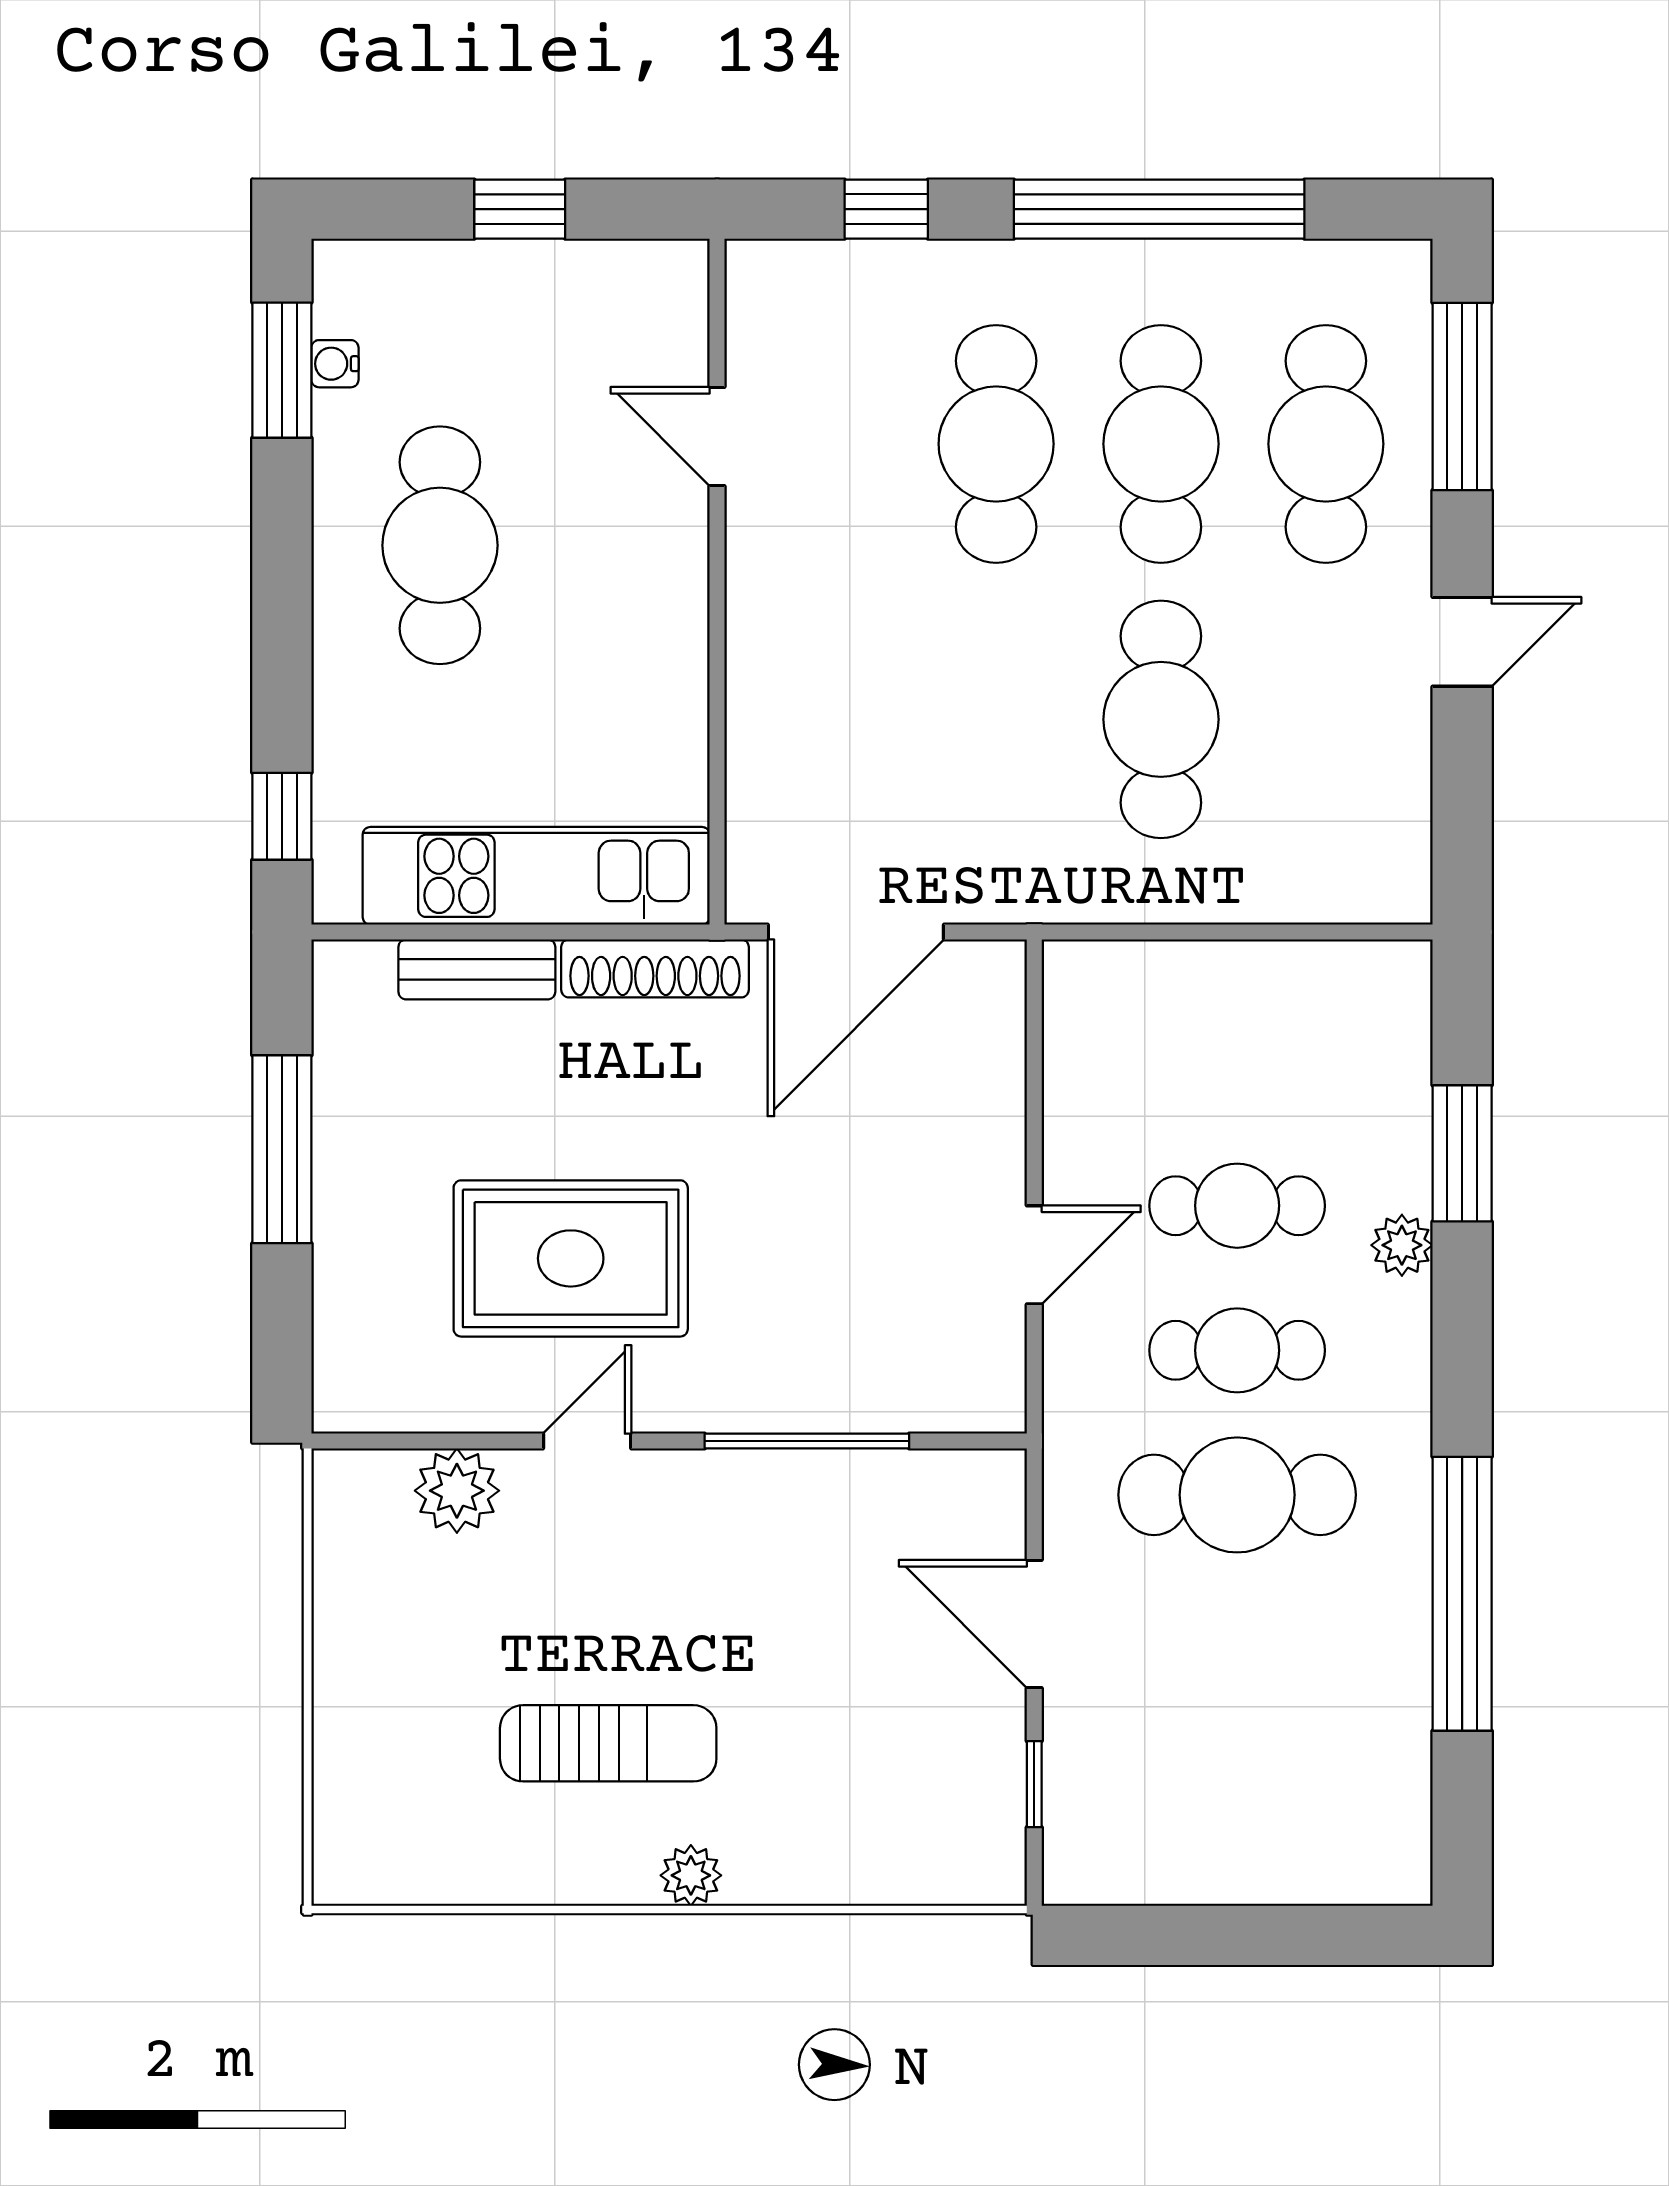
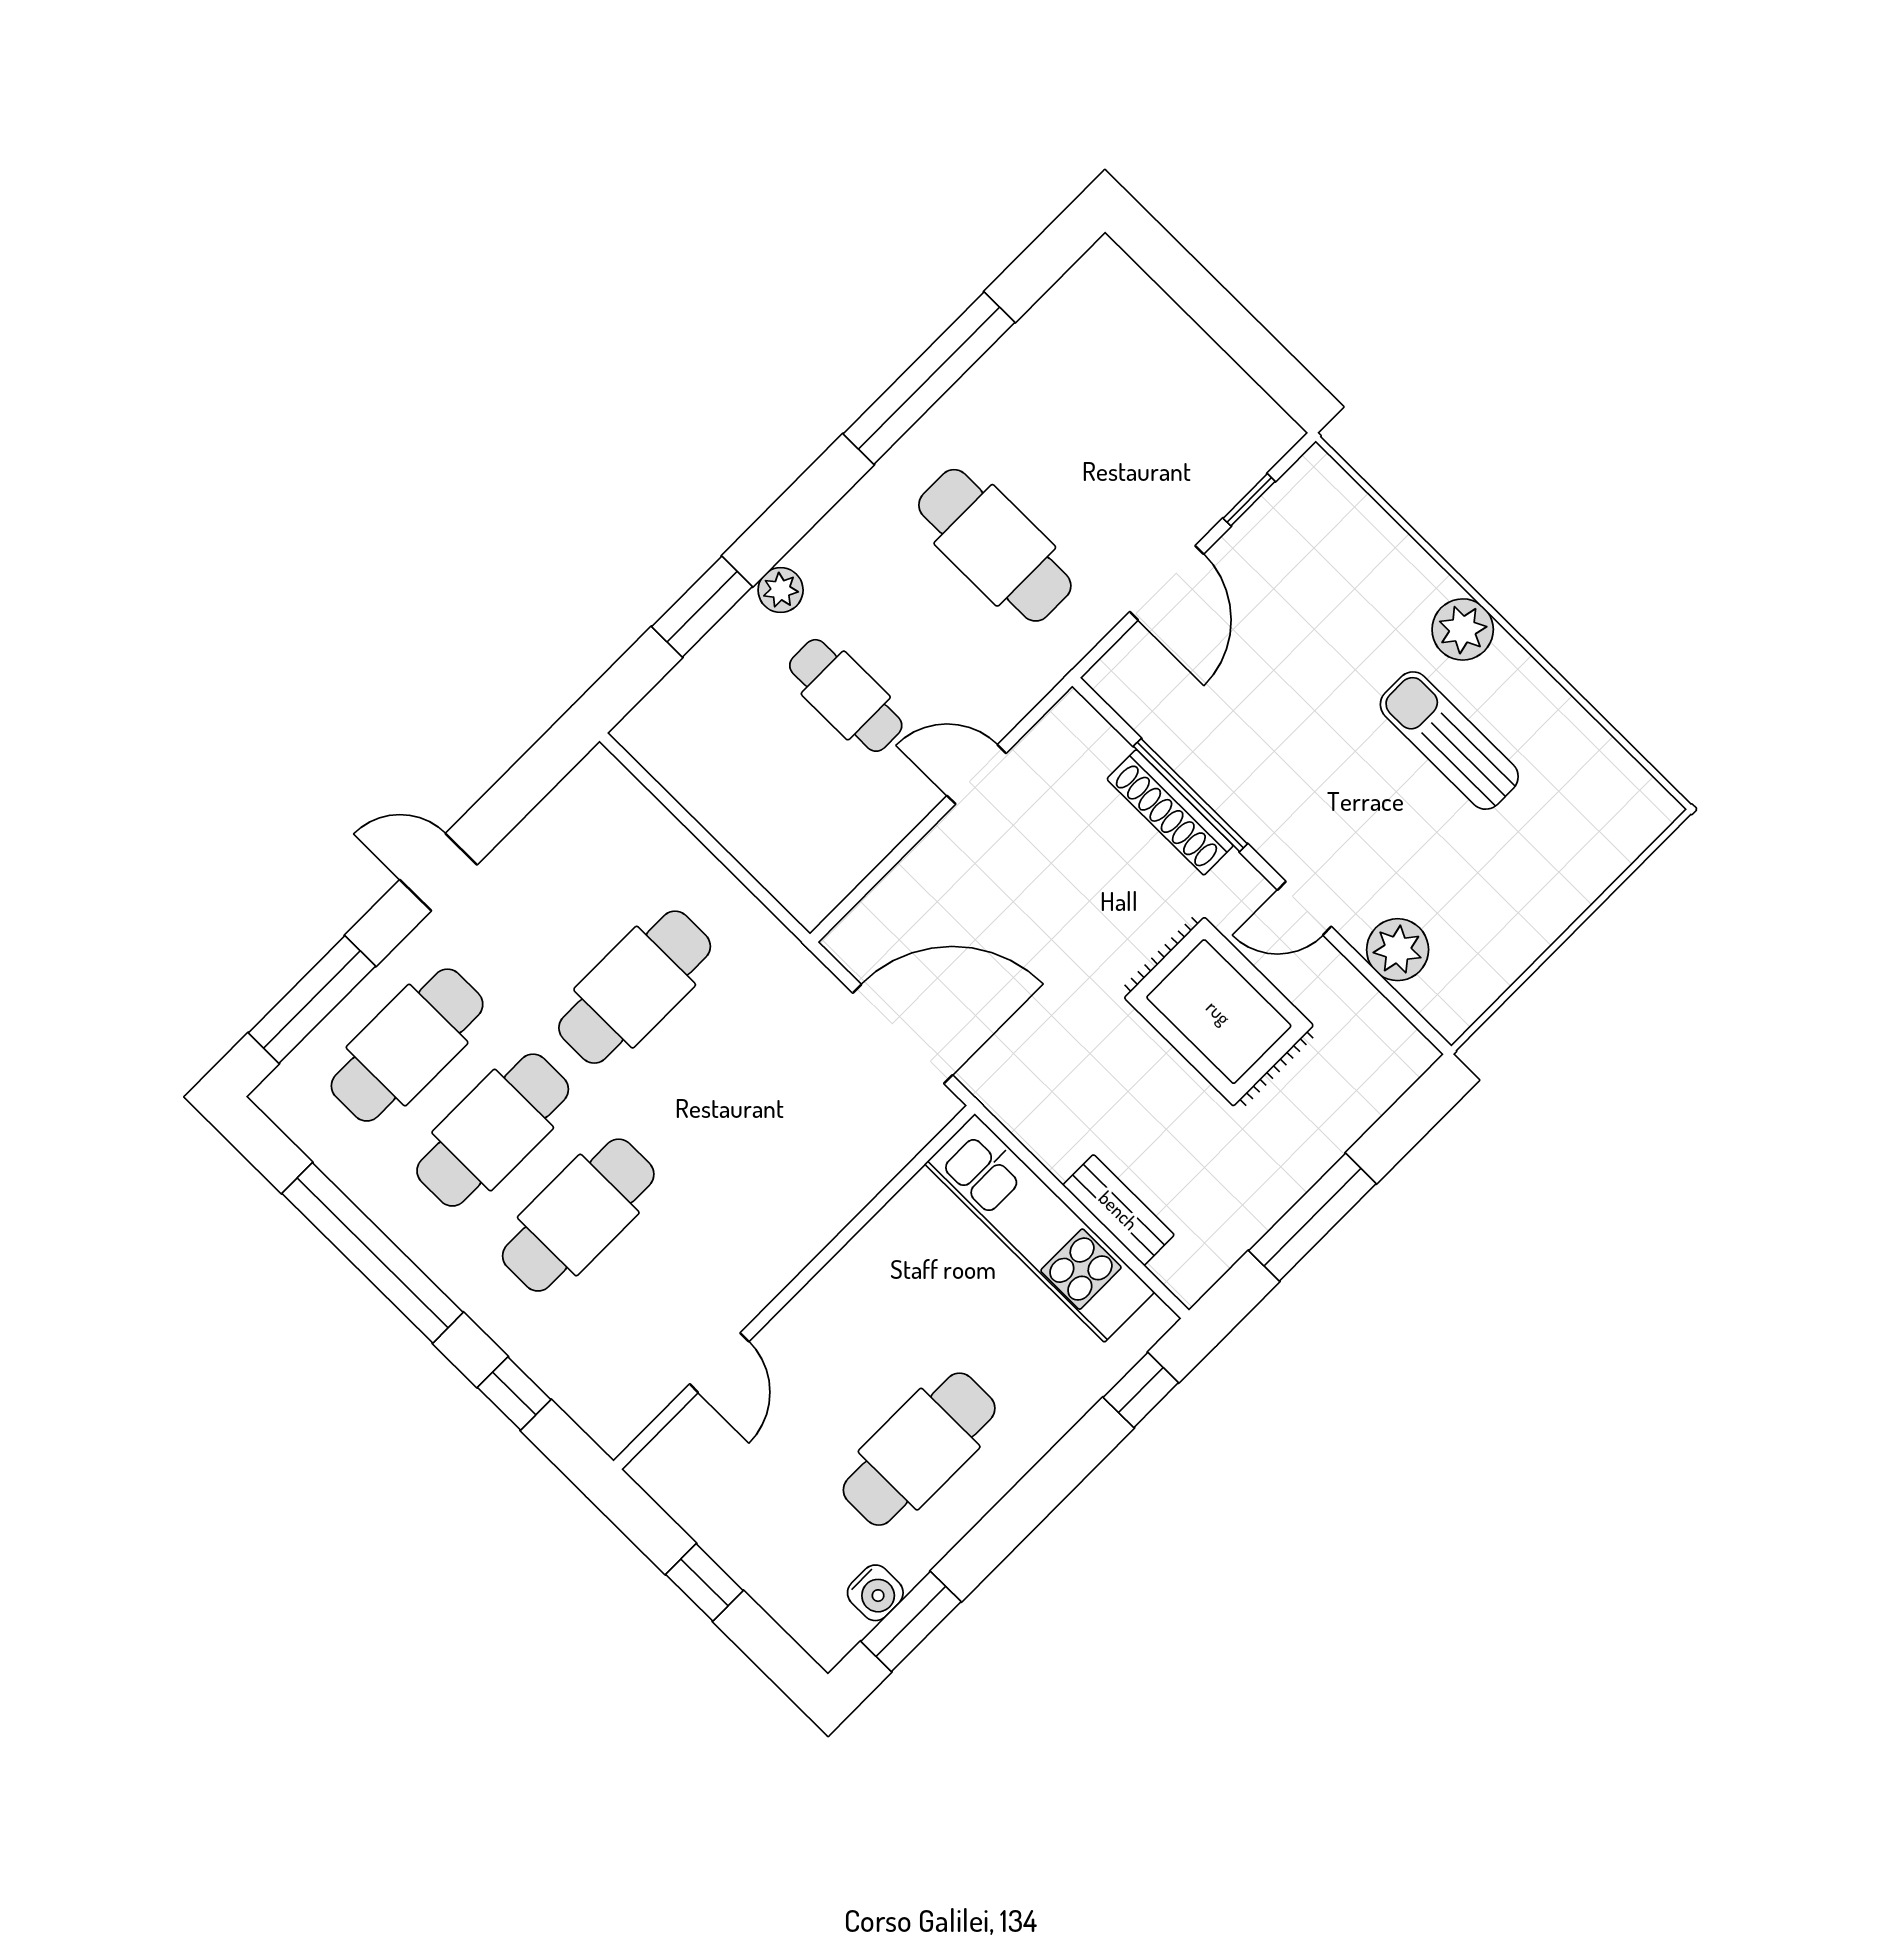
water cooler: (335, 364) -> (875, 1593), width x1.38, depth x1.38
shoe rack: (655, 968) -> (1170, 812), moved, turned 180
cafe table: (1237, 1350) -> (920, 620), removed
plant: (691, 1875) -> (1463, 629), width x1.38, depth x1.38

